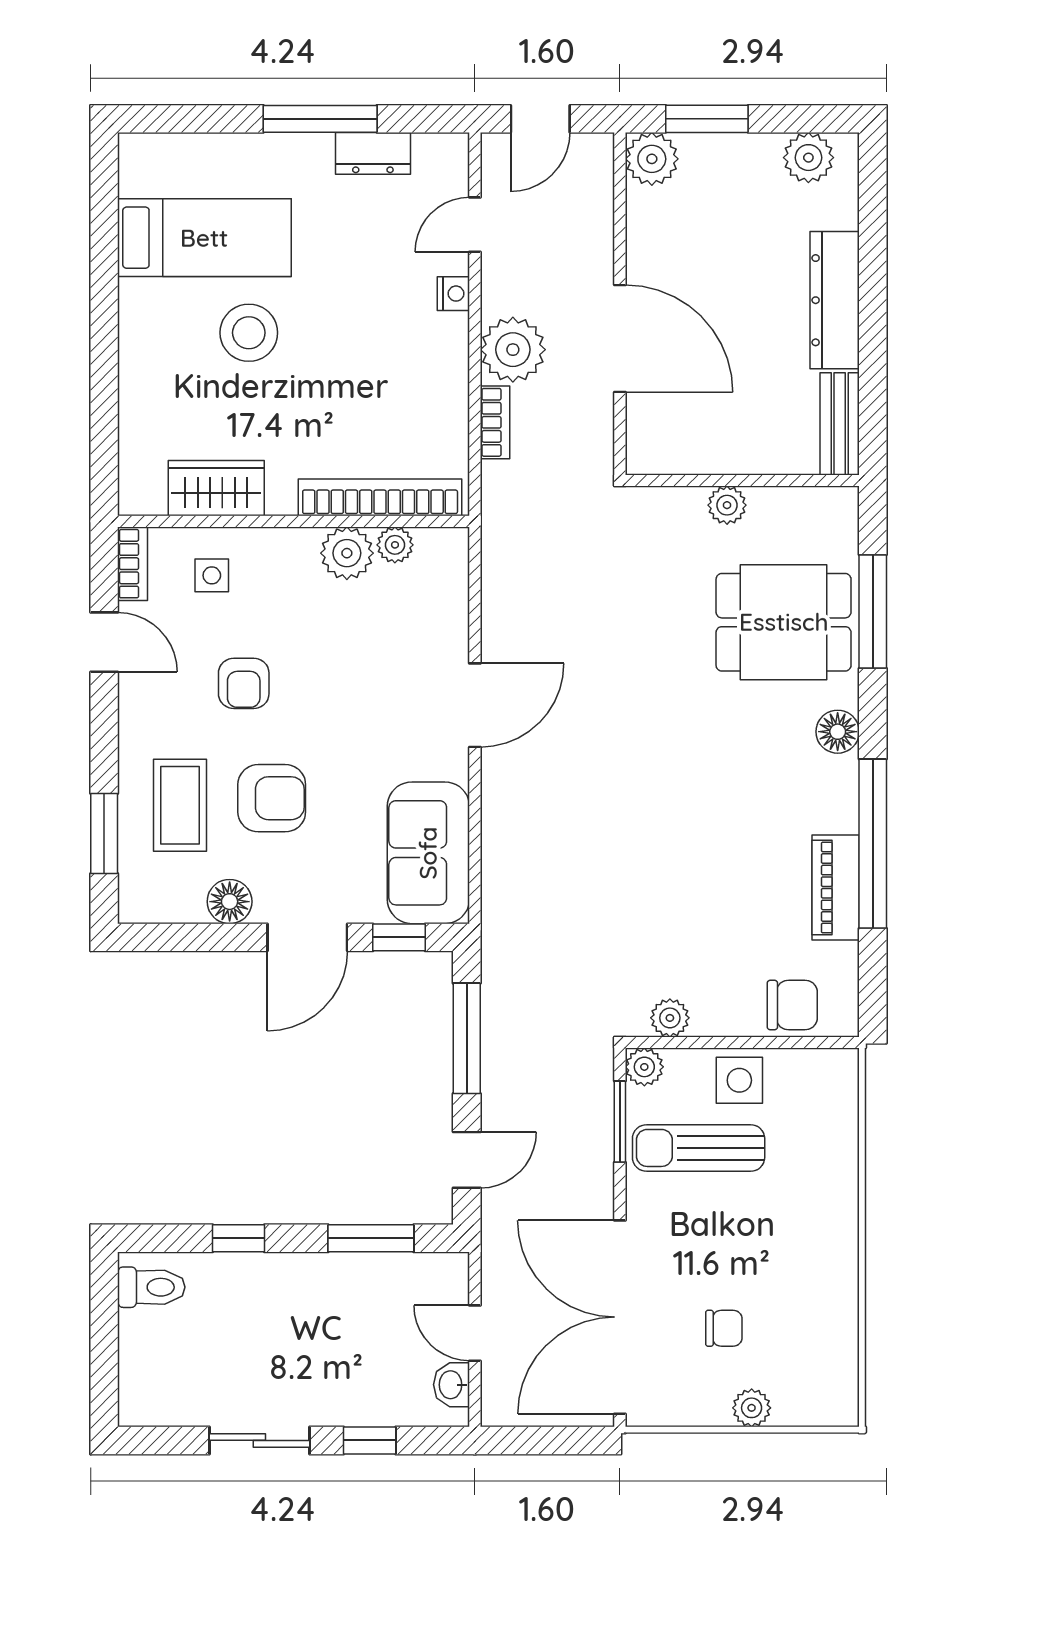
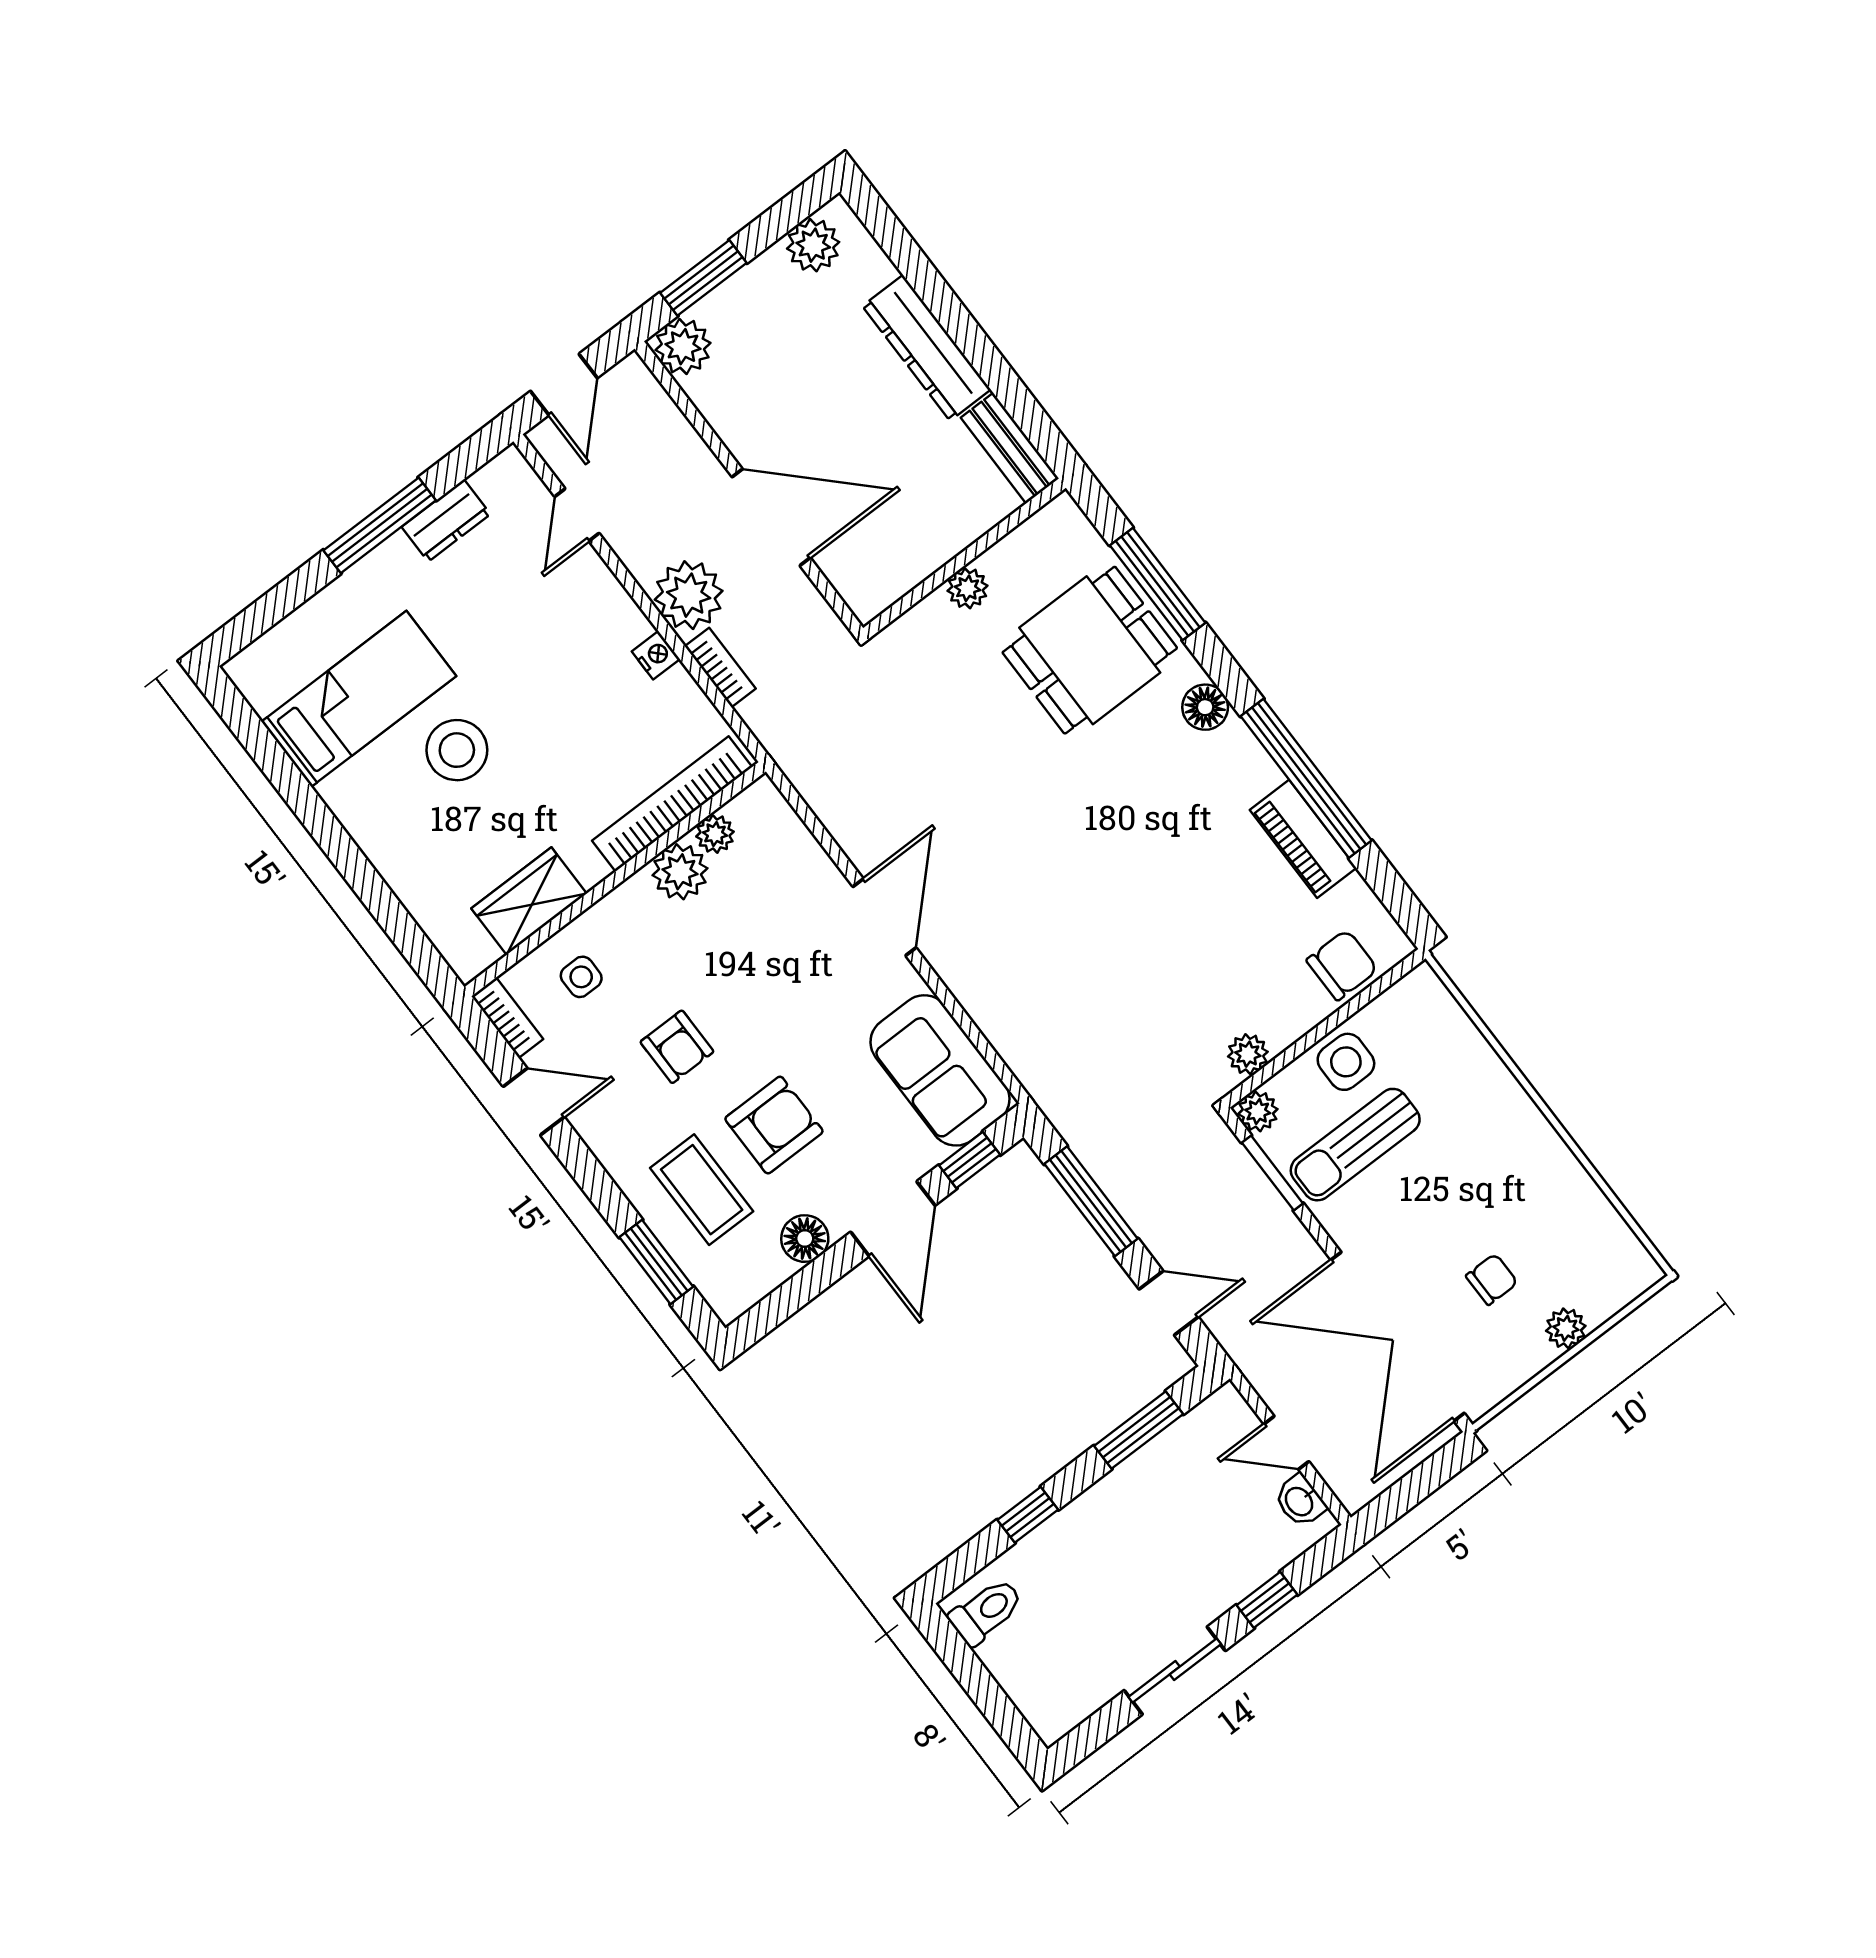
nightstand: (453, 294) -> (656, 655), moved
door: (467, 1160) -> (1169, 1303), hinge flipped

